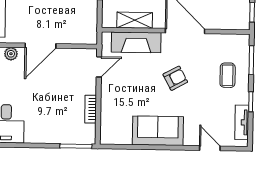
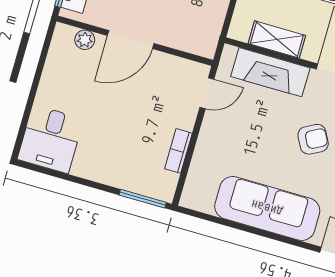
sofa: (158, 131) -> (267, 208), width x1.36

